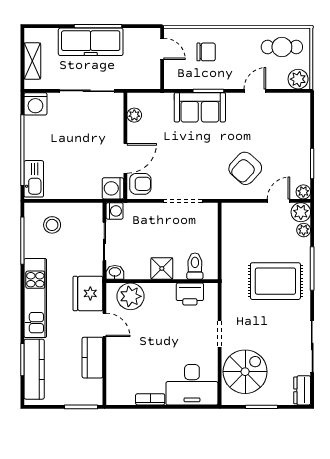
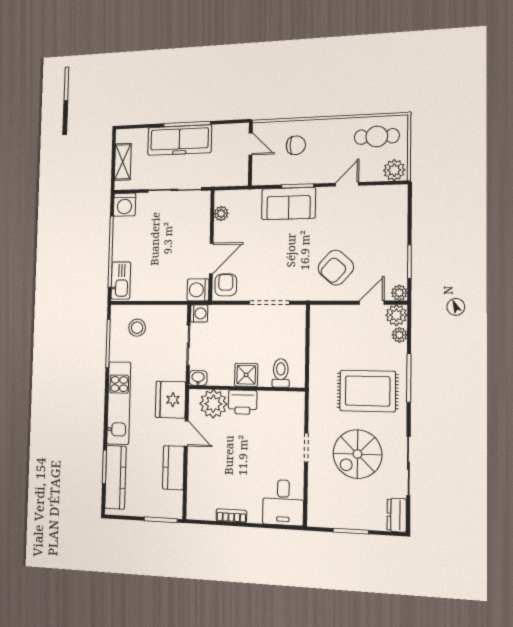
armchair: (140, 184) -> (226, 285), turned -90
printer: (190, 294) -> (243, 402), moved
spiral stairs: (245, 372) -> (357, 454), moved, turned 180
desk: (192, 385) -> (283, 503), width x0.73

